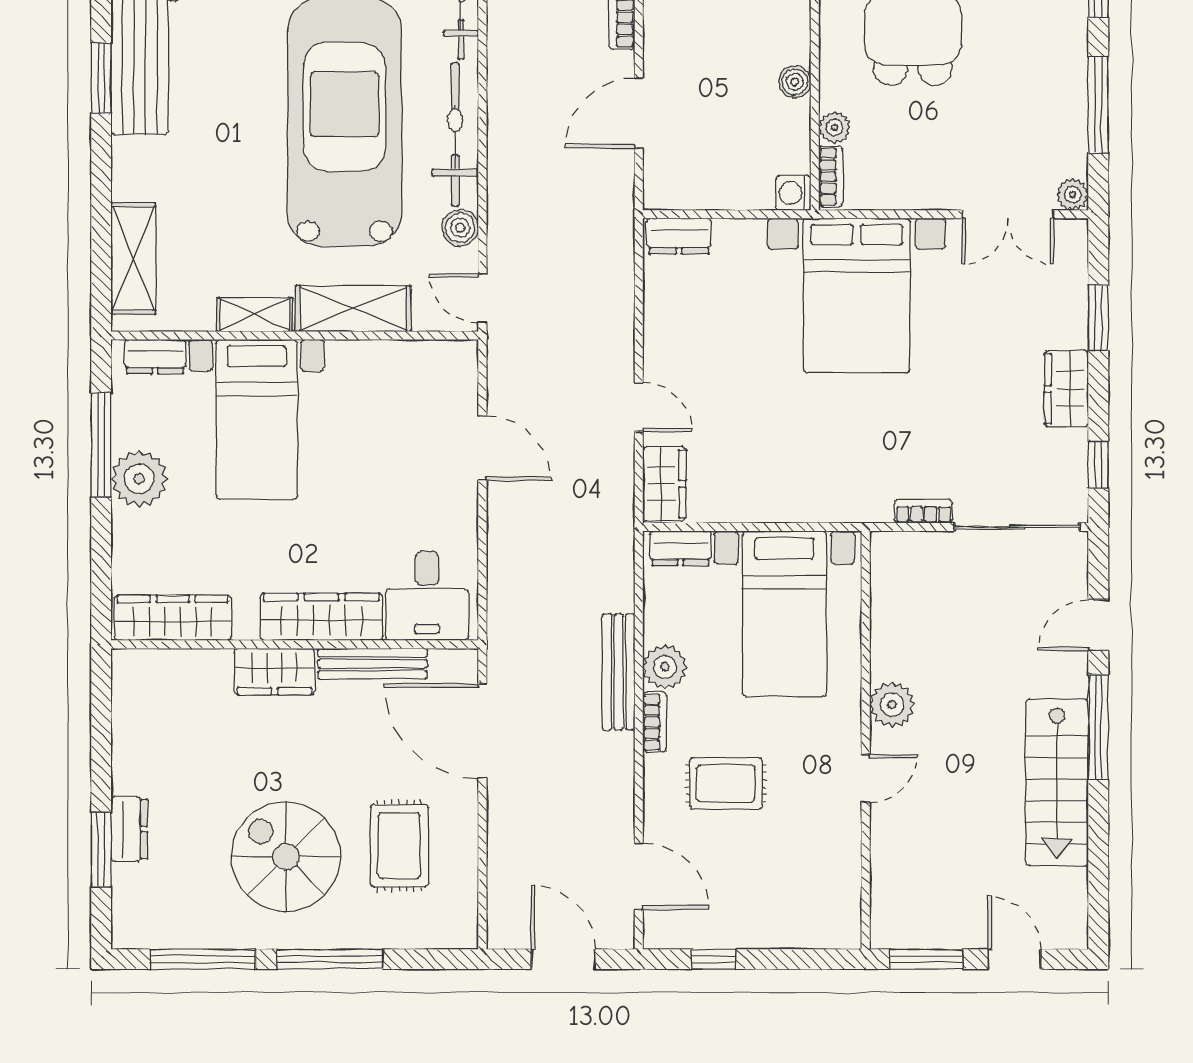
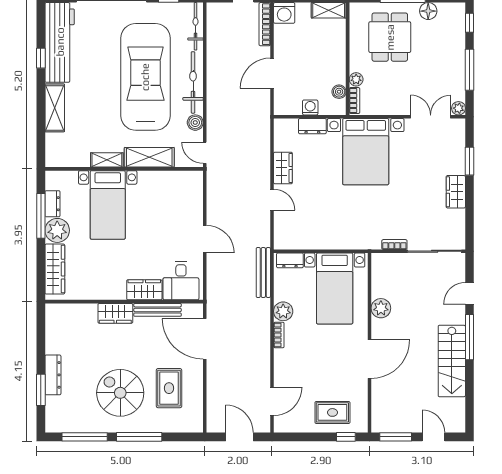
window: (101, 78) -> (41, 58), width x0.67
boiler: (795, 82) -> (339, 92), moved
washing machine: (793, 193) -> (310, 107), moved, turned 90
double door: (1008, 214) -> (431, 117), swing flipped
dresser: (679, 236) -> (312, 126), moved
shelving: (133, 258) -> (55, 108), moved
dresser: (155, 357) -> (52, 204), moved, turned -90
door: (482, 448) -> (205, 239), moved
window: (1098, 465) -> (470, 224), removed
wardrobe: (664, 484) -> (283, 168), moved
wardrobe: (321, 617) -> (144, 290), width x0.67
wardrobe: (173, 618) -> (55, 269), moved, turned 90
bench: (619, 672) -> (263, 273), moved
plant: (892, 705) -> (381, 308), moved
door: (866, 778) -> (369, 359), width x1.88
rug: (726, 783) -> (332, 412), moved
dresser: (129, 829) -> (53, 375), width x1.44
door: (639, 876) -> (272, 401), hinge flipped
window: (713, 959) -> (346, 437), moved

